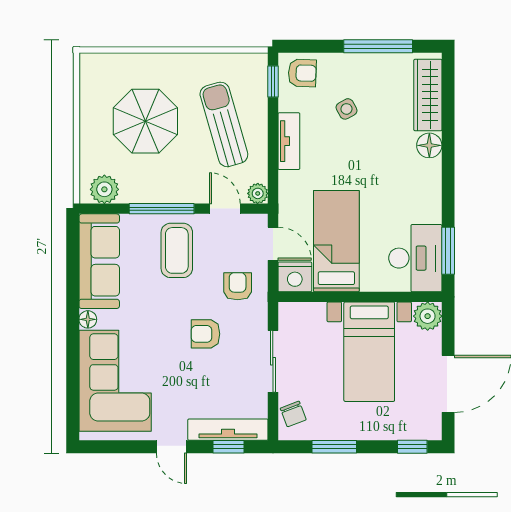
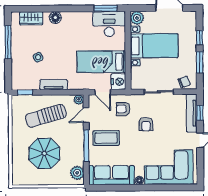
armchair: (302, 73) -> (21, 79), removed
wardrobe: (428, 95) -> (31, 18), width x0.67
door: (273, 244) -> (103, 92), swing flipped
window: (412, 447) -> (200, 38), moved

